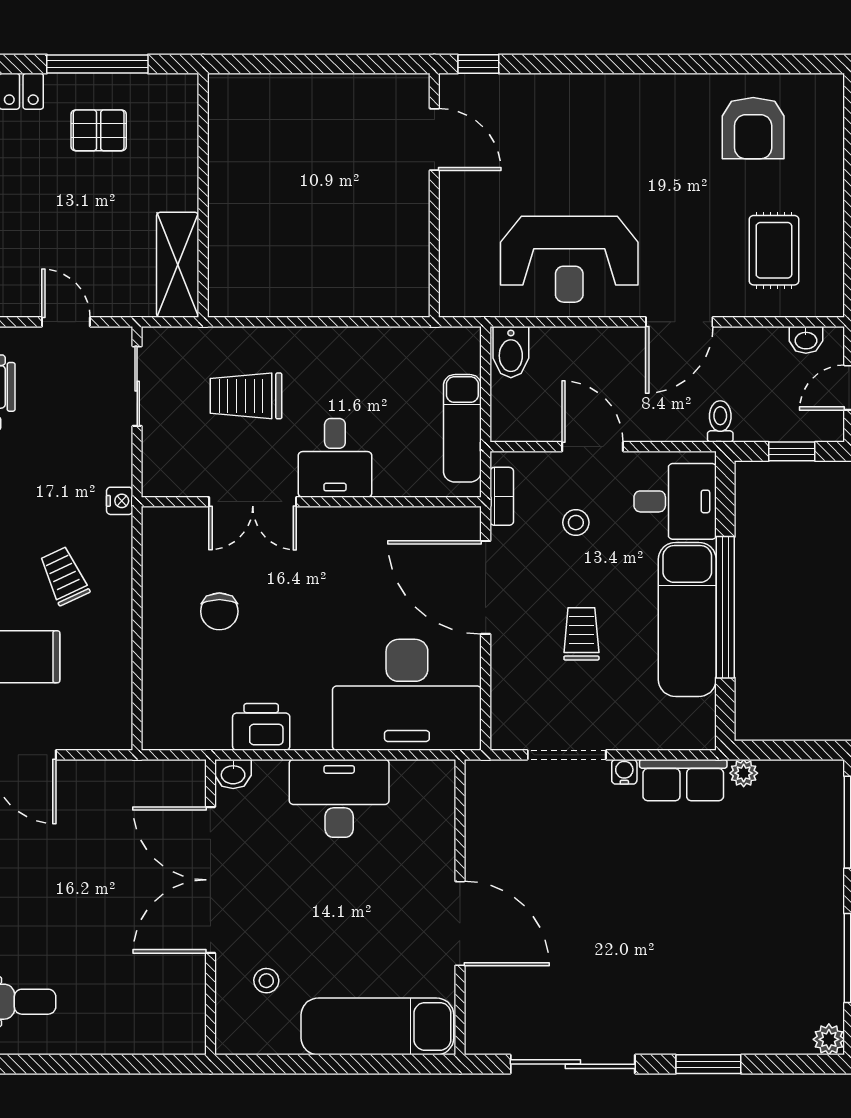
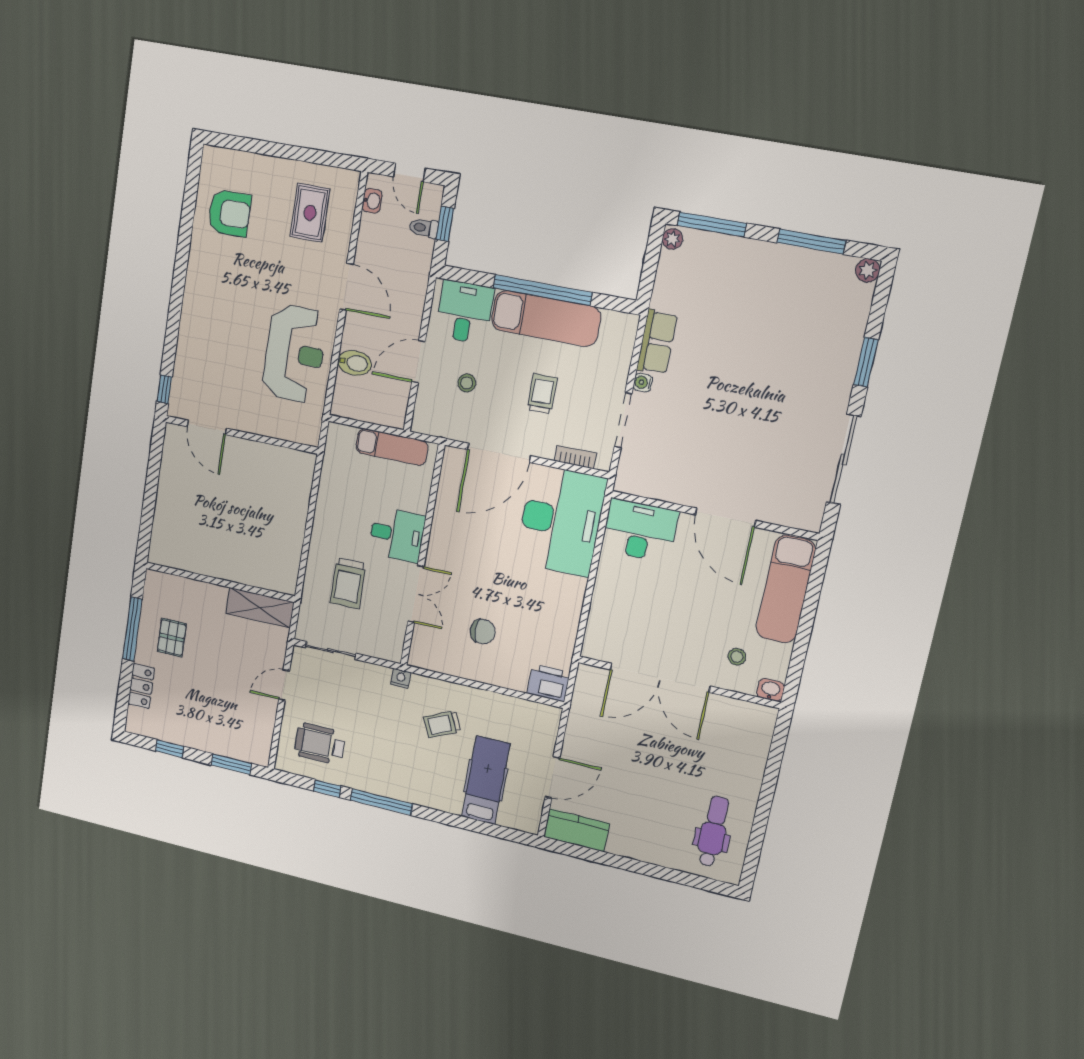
door: (434, 139) -> (207, 427), swing flipped
rug: (774, 250) -> (310, 213), turned 90
bidet: (511, 352) -> (355, 363), moved
toilet: (720, 421) -> (424, 228), moved
bookcase: (502, 496) -> (575, 457), moved
trolley: (581, 634) -> (542, 394), turned 90
printer: (261, 727) -> (548, 683), moved, turned 90
plant: (744, 773) -> (672, 239), moved
washbasin: (233, 774) -> (771, 690), moved, turned -90
desk: (339, 798) -> (640, 531), moved, turned 90
door: (460, 923) -> (725, 518), swing flipped

